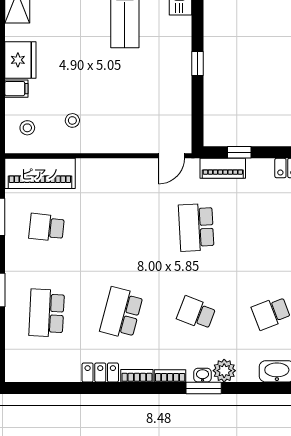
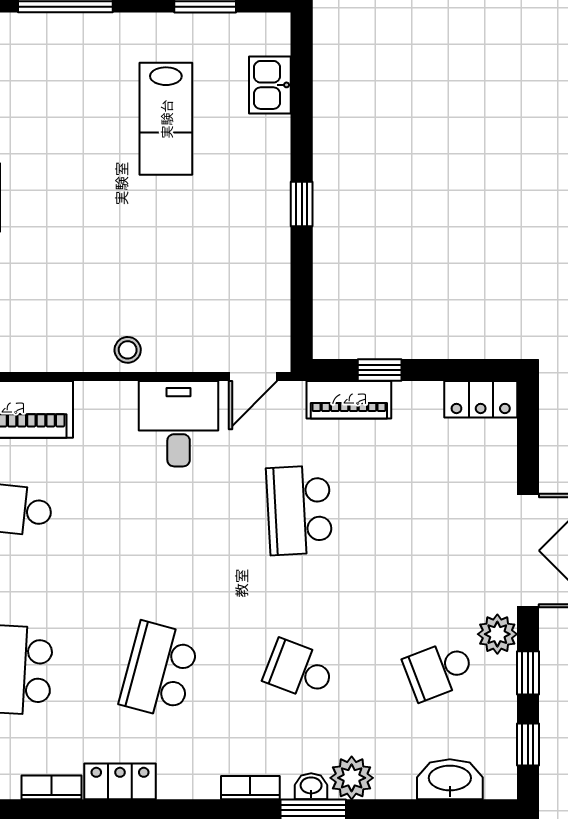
stool: (72, 120) -> (128, 350), moved
desk: (132, 181) -> (179, 424), added
bookcase: (137, 376) -> (52, 787), moved

